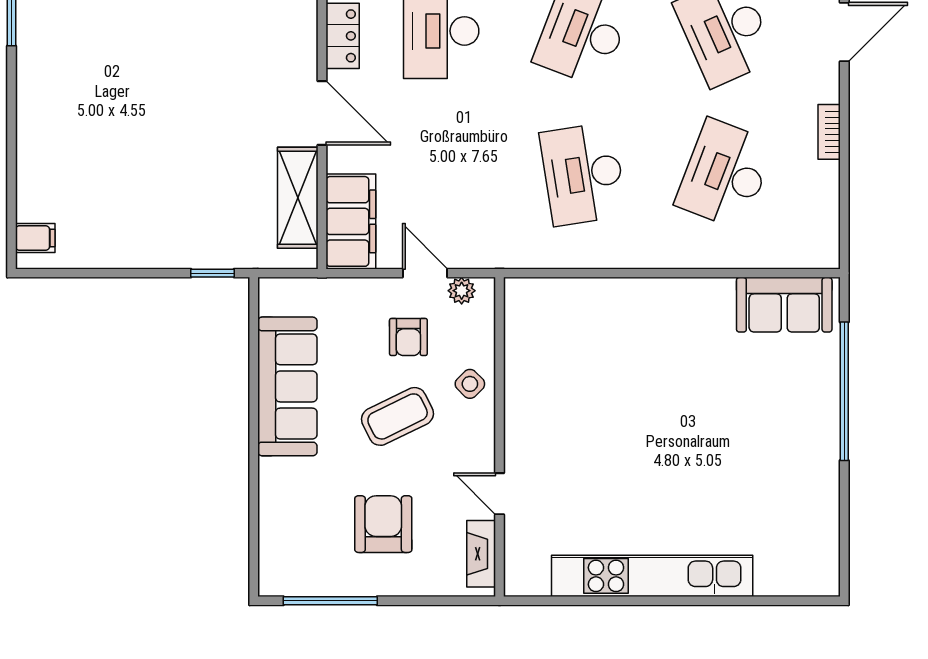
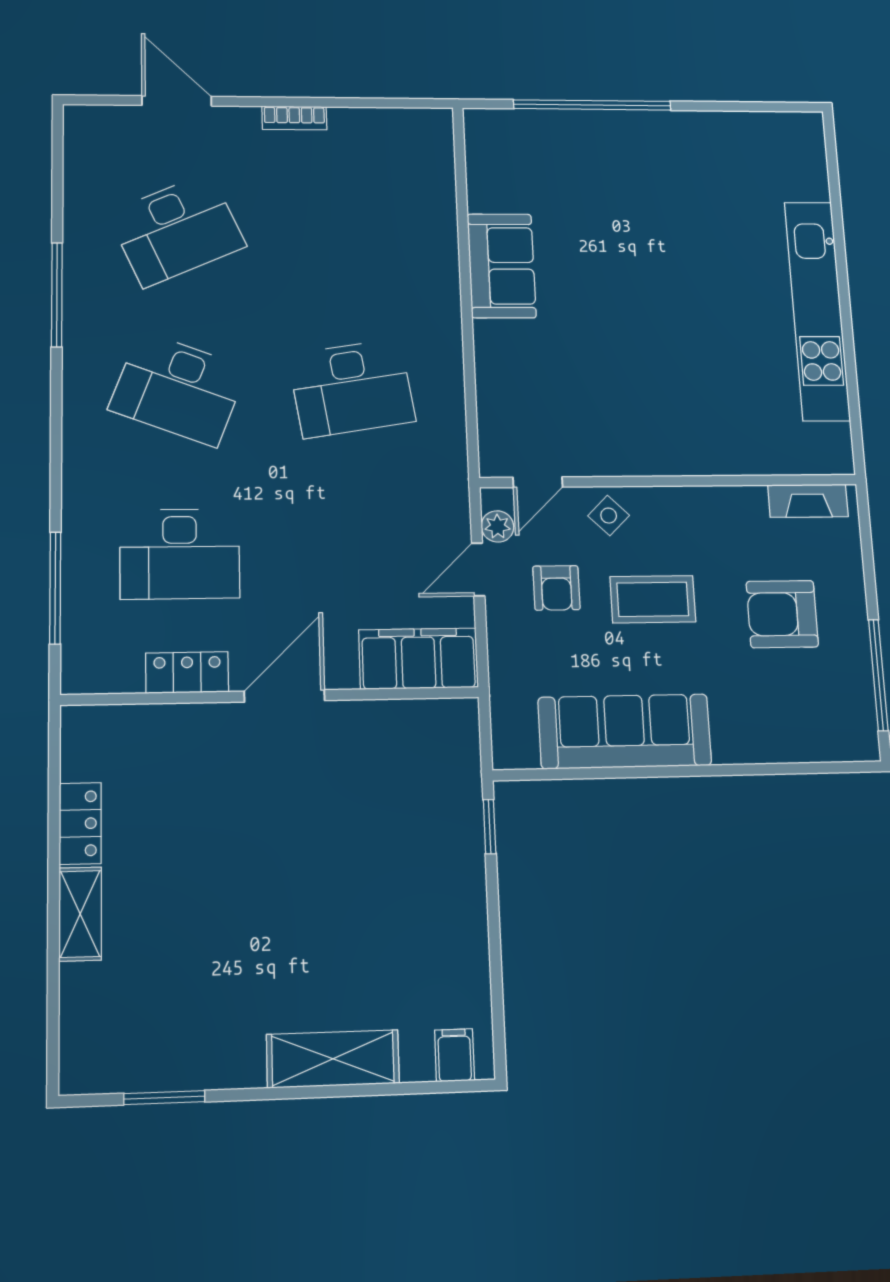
desk: (725, 174) -> (347, 230), removed
shelving: (298, 198) -> (333, 1059), moved
sofa: (784, 305) -> (502, 266), moved
armchair: (408, 337) -> (556, 588), turned 90
coffee table: (398, 416) -> (653, 599), turned -64
door: (499, 494) -> (538, 482), moved

